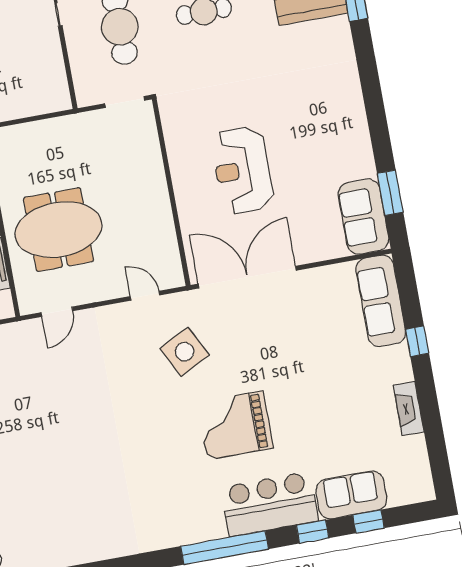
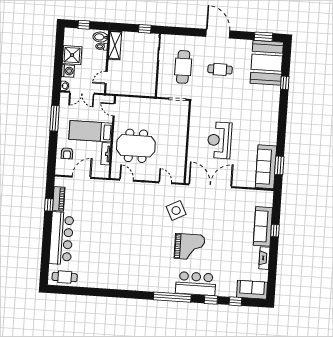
sofa: (363, 216) -> (266, 167), width x1.36
sofa: (381, 301) -> (263, 226), moved
door: (57, 312) -> (127, 180), swing flipped
grand piano: (235, 425) -> (190, 247), turned 180
sofa: (351, 495) -> (252, 290), moved

